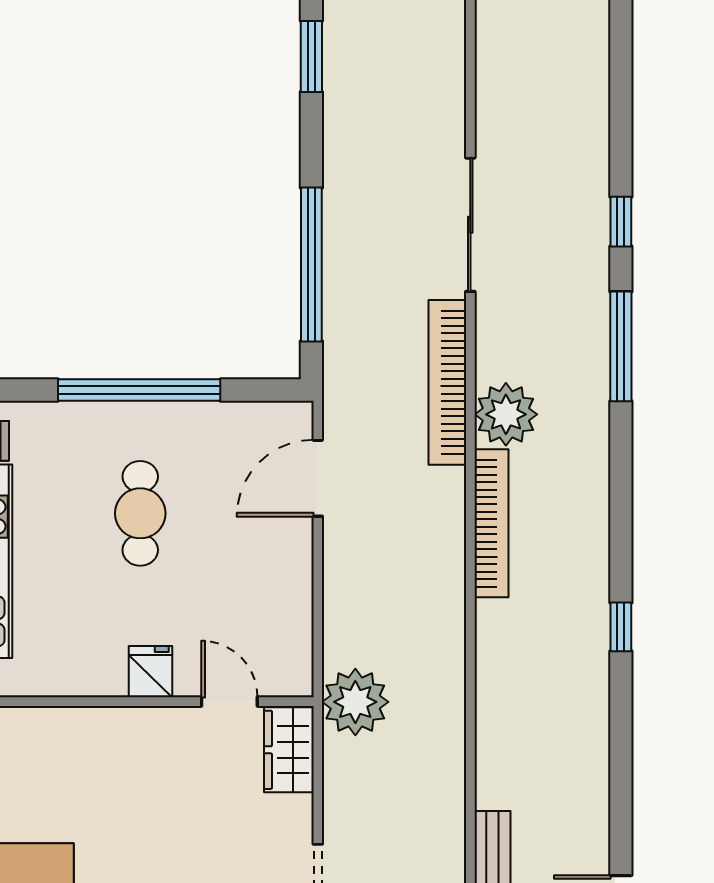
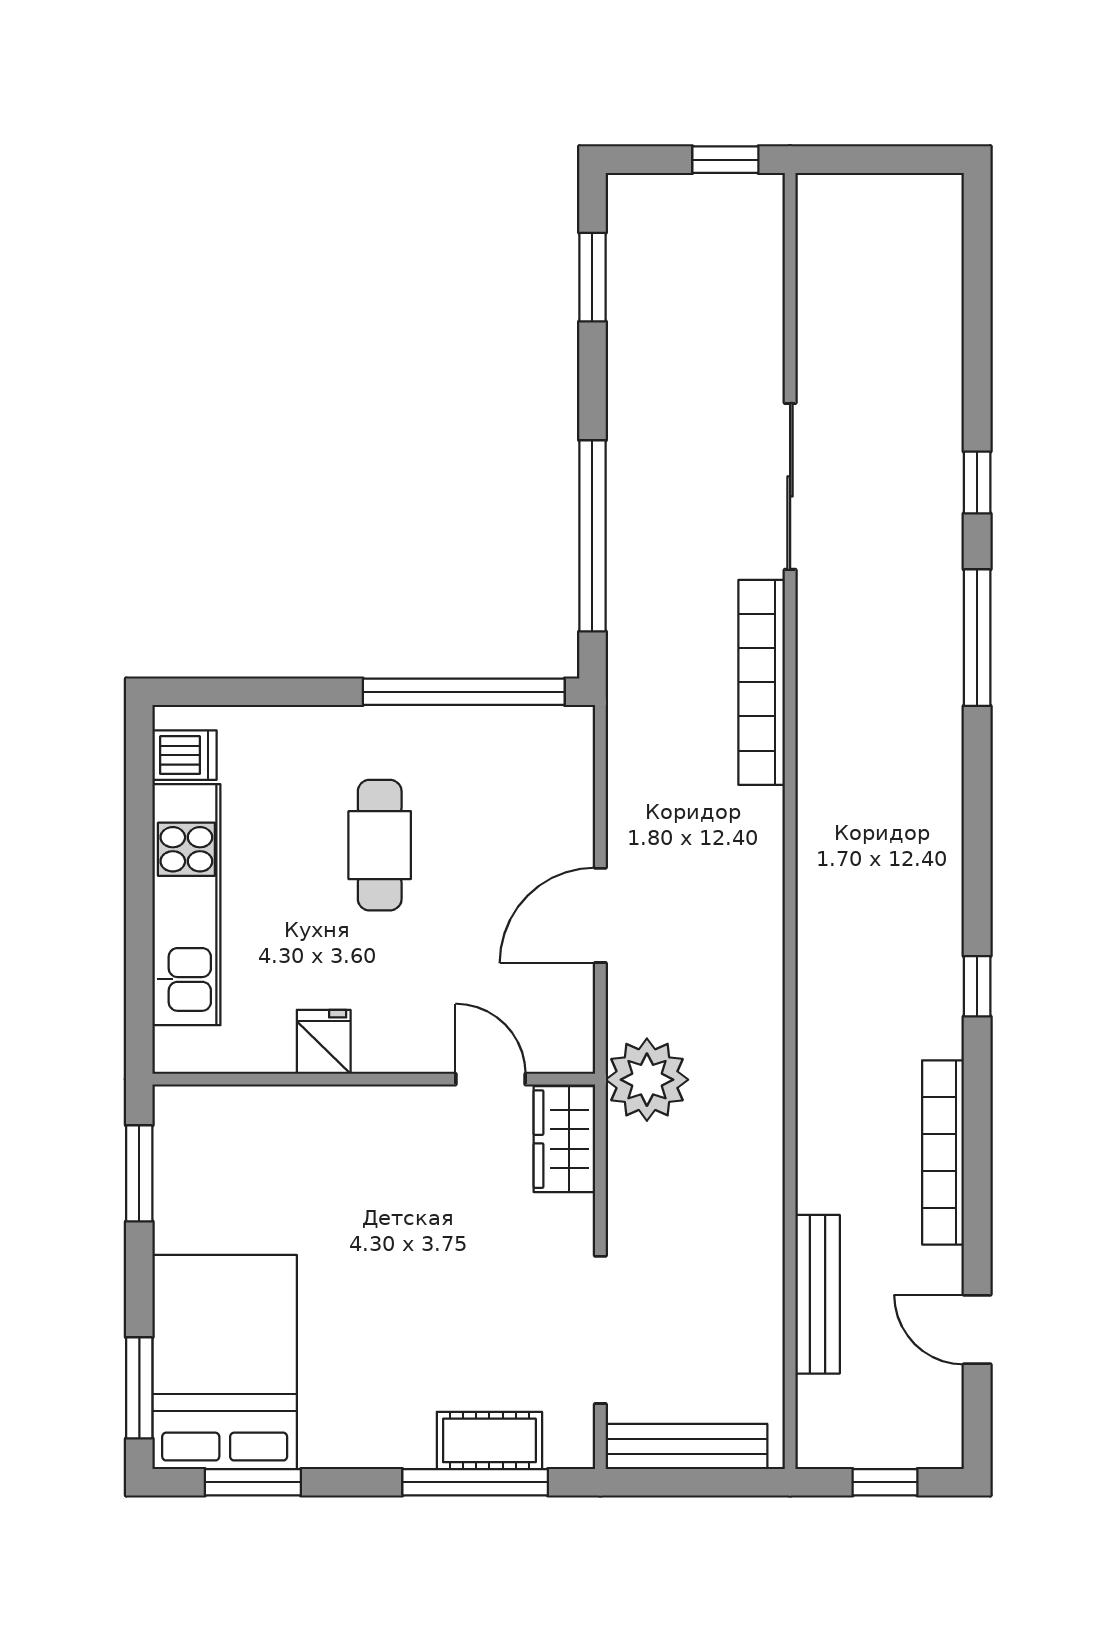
window: (139, 390) -> (464, 692), moved
plant: (506, 414) -> (834, 722), removed
door: (318, 478) -> (600, 915), moved
bookcase: (491, 523) -> (943, 1152), moved, turned 180
fridge: (150, 672) -> (324, 1042), moved

